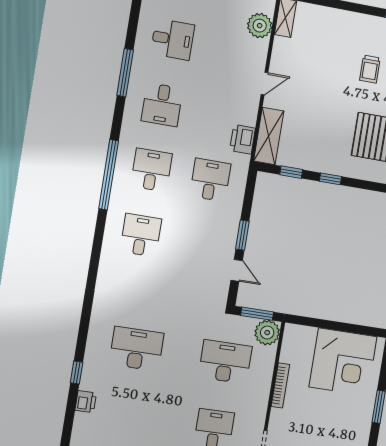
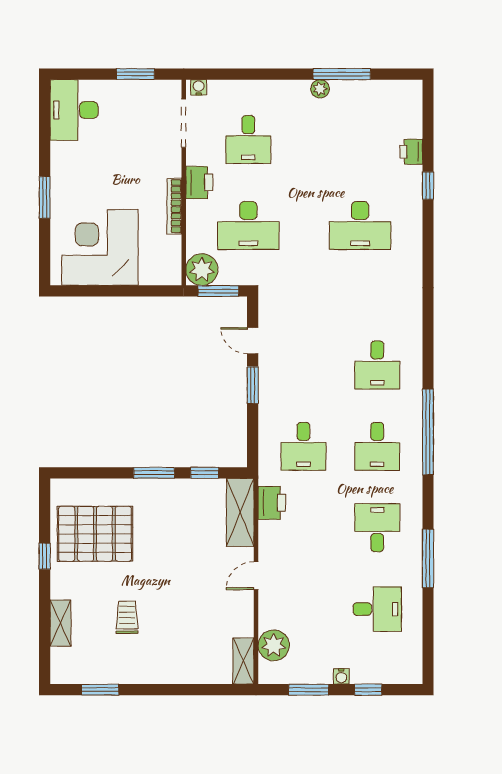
desk: (173, 39) -> (377, 609), turned 180
window: (330, 179) -> (154, 473), width x1.50
printer: (258, 401) -> (199, 183), added

